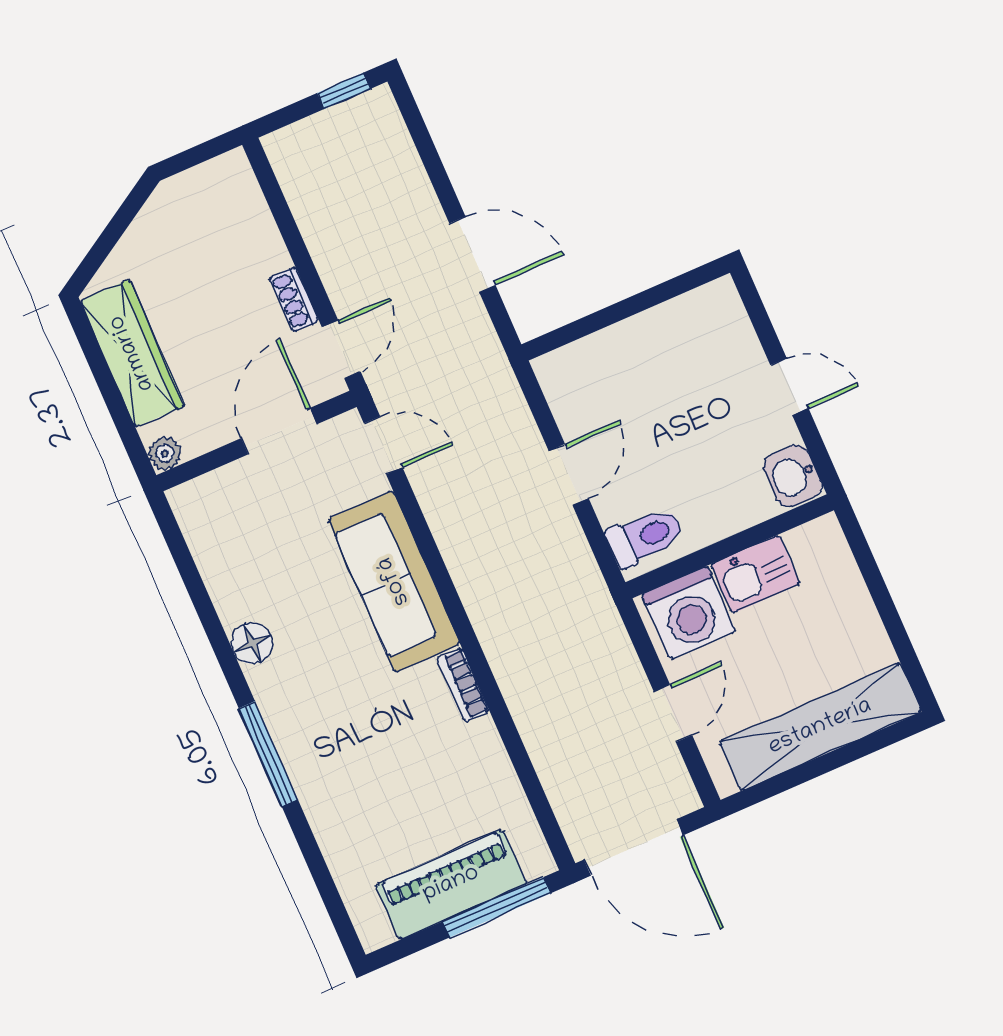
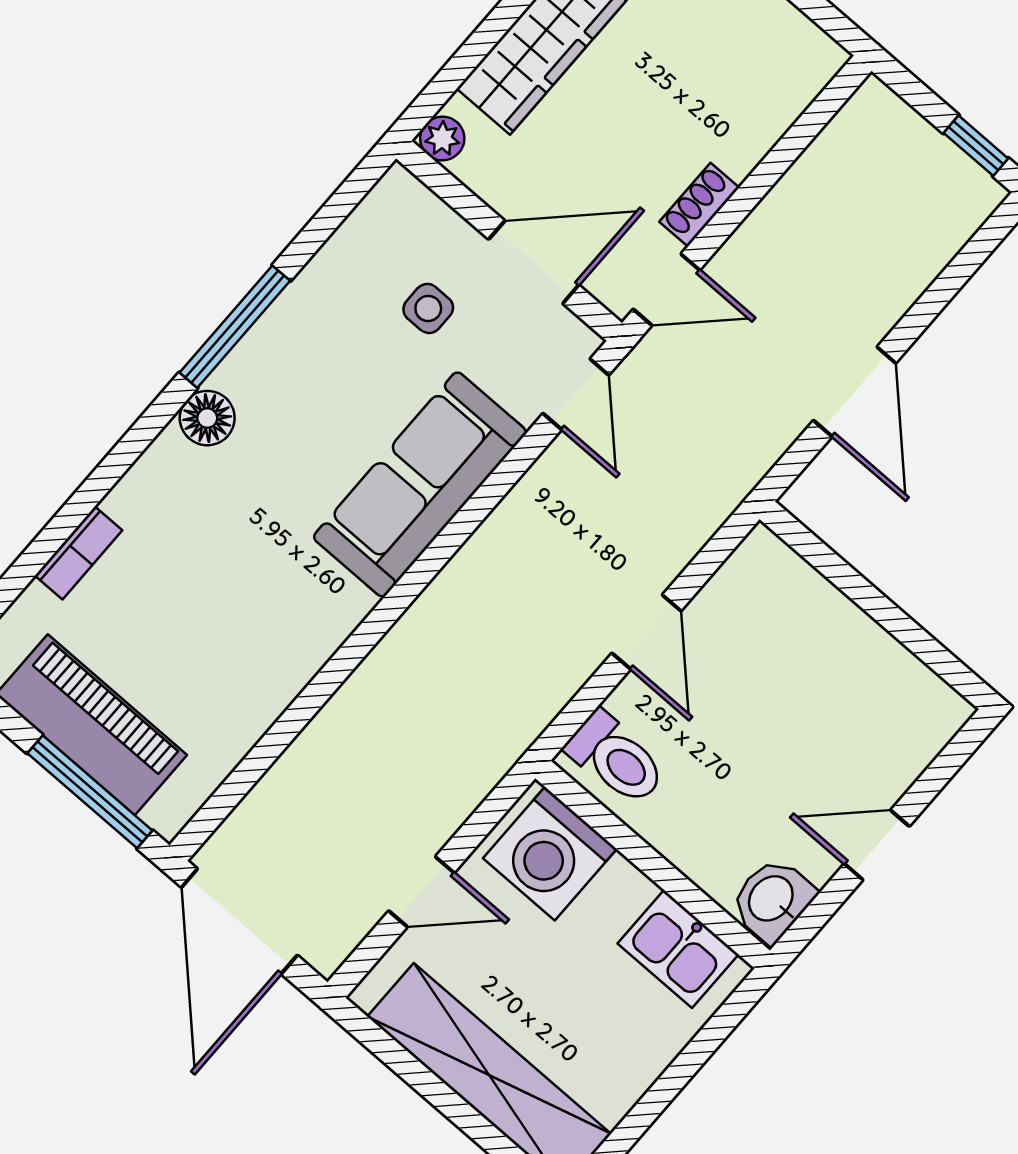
door: (789, 387) -> (877, 845), swing flipped
door: (569, 475) -> (646, 632), hinge flipped
side table: (276, 518) -> (428, 308), added
kitchen sink: (755, 574) -> (678, 949), moved
floor lamp: (252, 643) -> (207, 418), moved
bookcase: (463, 685) -> (79, 553), moved, turned 180
window: (268, 754) -> (235, 327), moved

